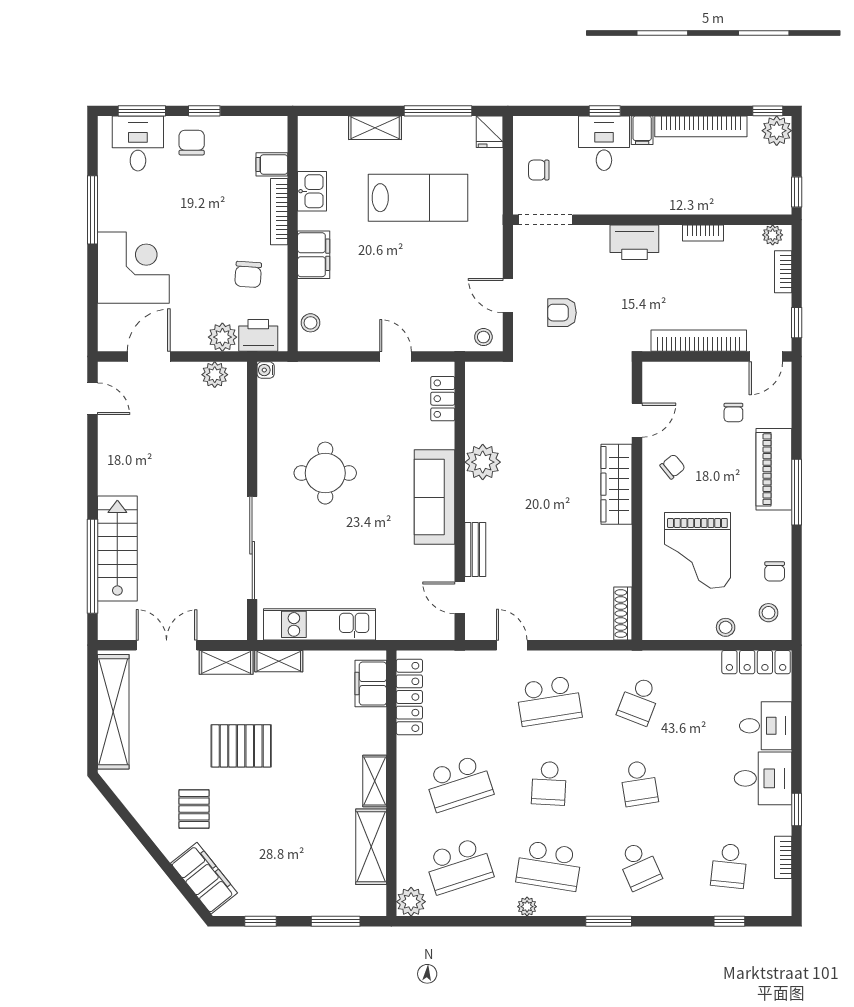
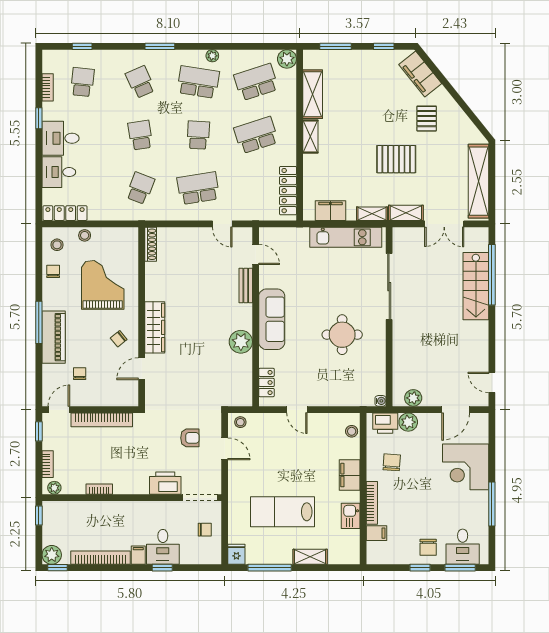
printer: (634, 242) -> (165, 483), moved
filing cabinet: (371, 684) -> (330, 211), moved, turned -90

